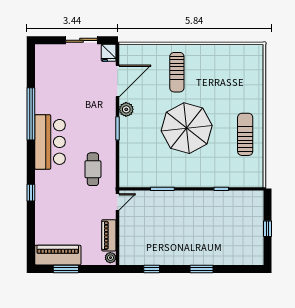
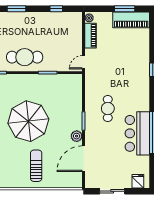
fridge: (109, 53) -> (138, 181), moved
bar counter: (50, 142) -> (137, 133), moved
cafe table: (93, 169) -> (108, 109), moved
cafe table: (191, 208) -> (25, 57), added

